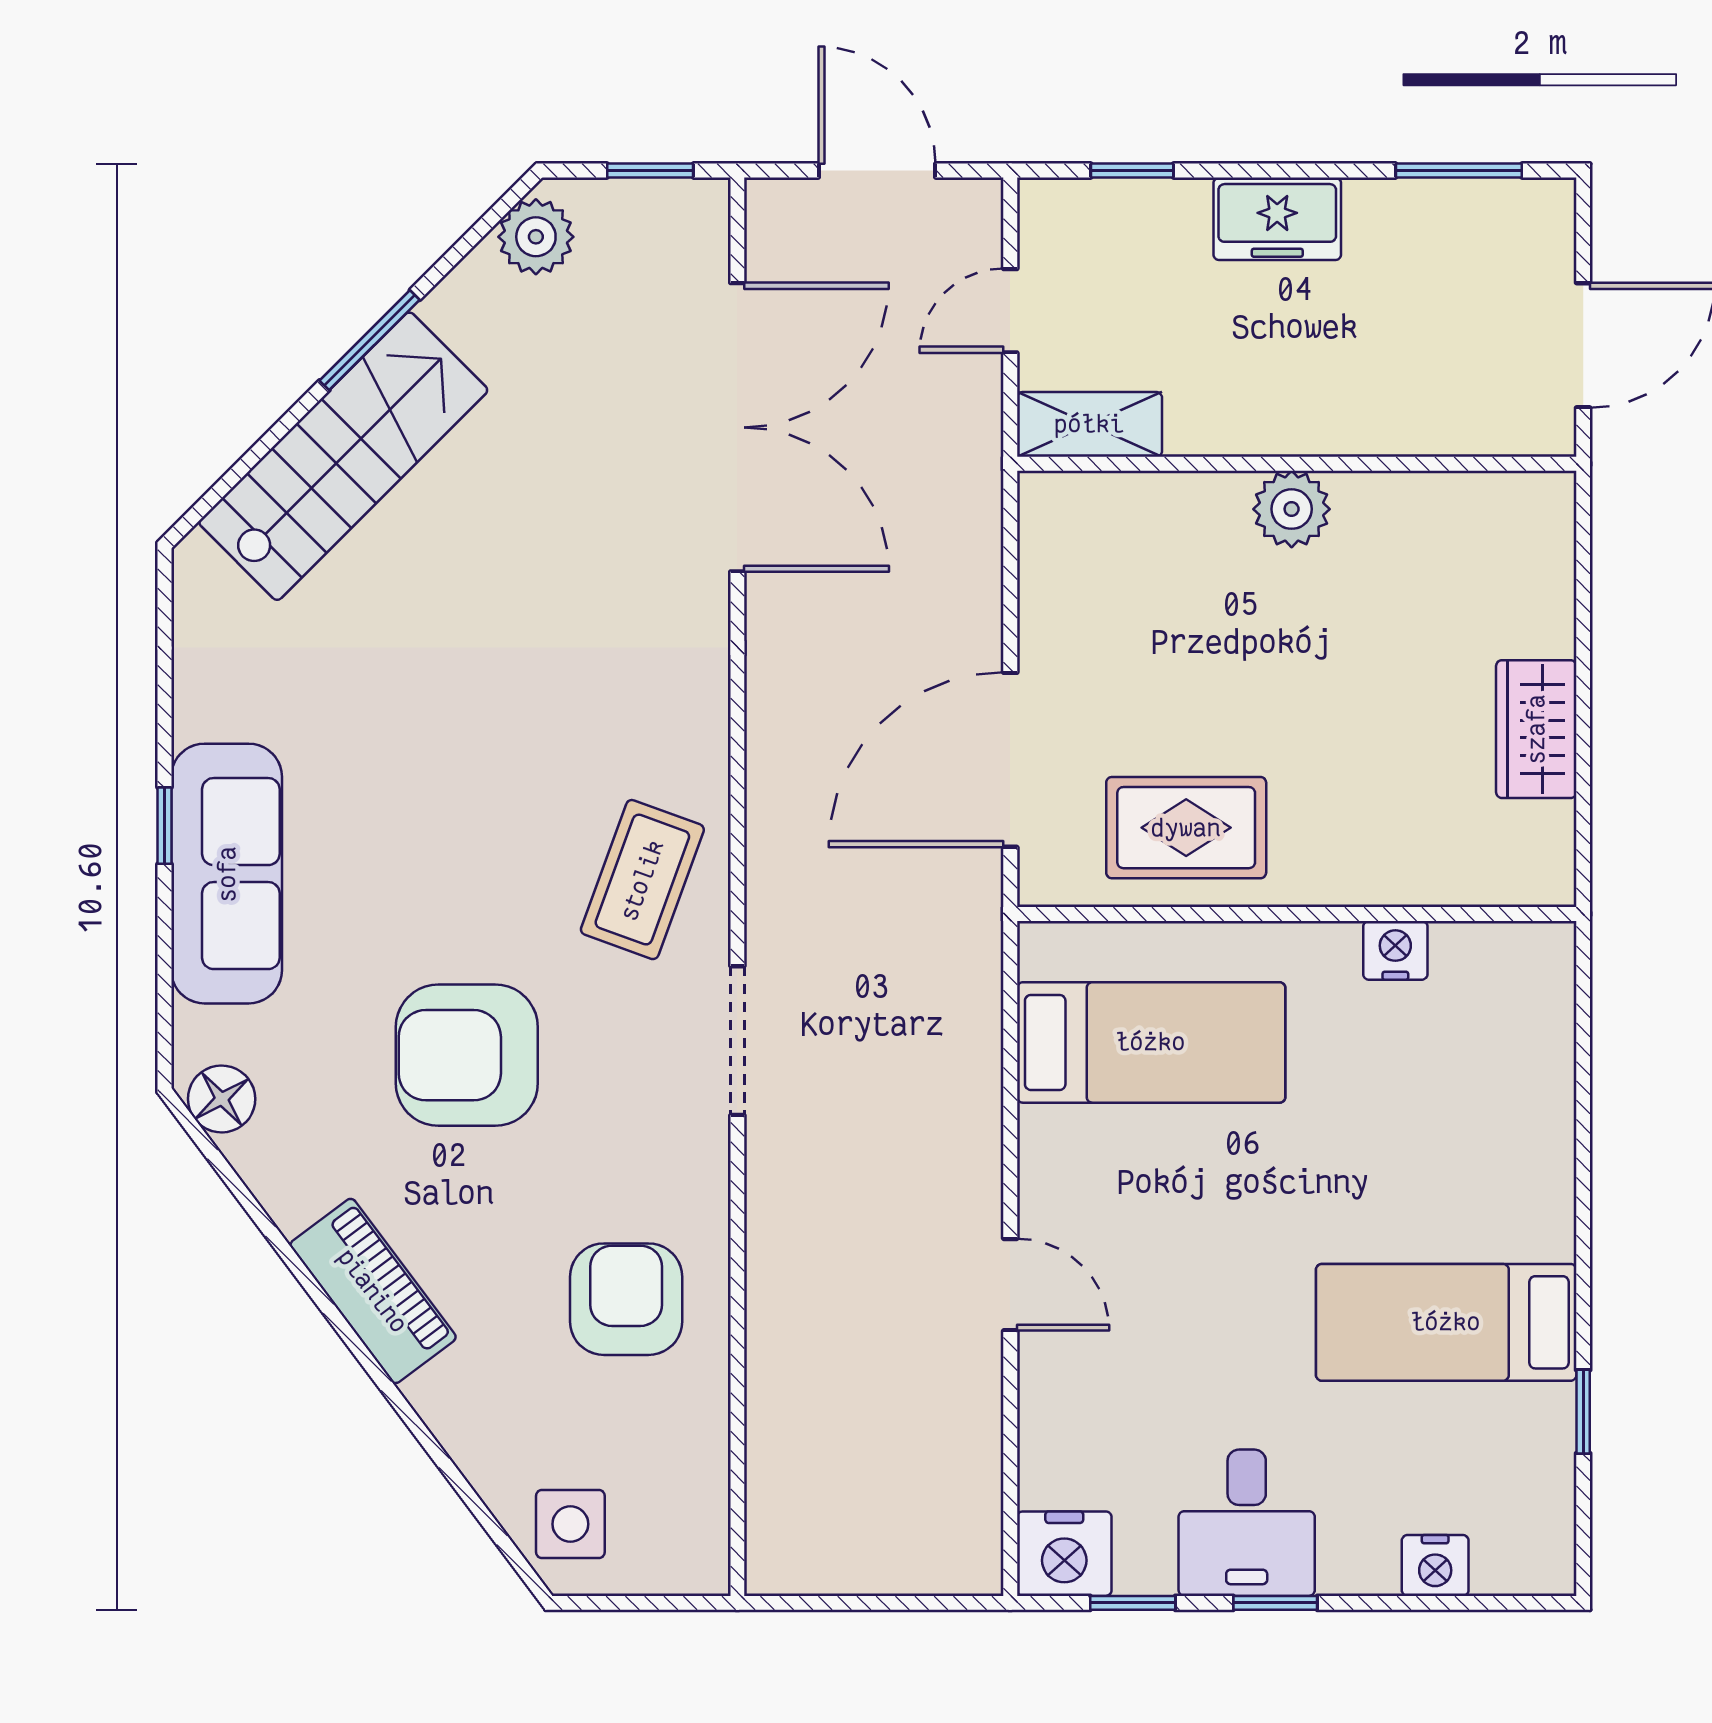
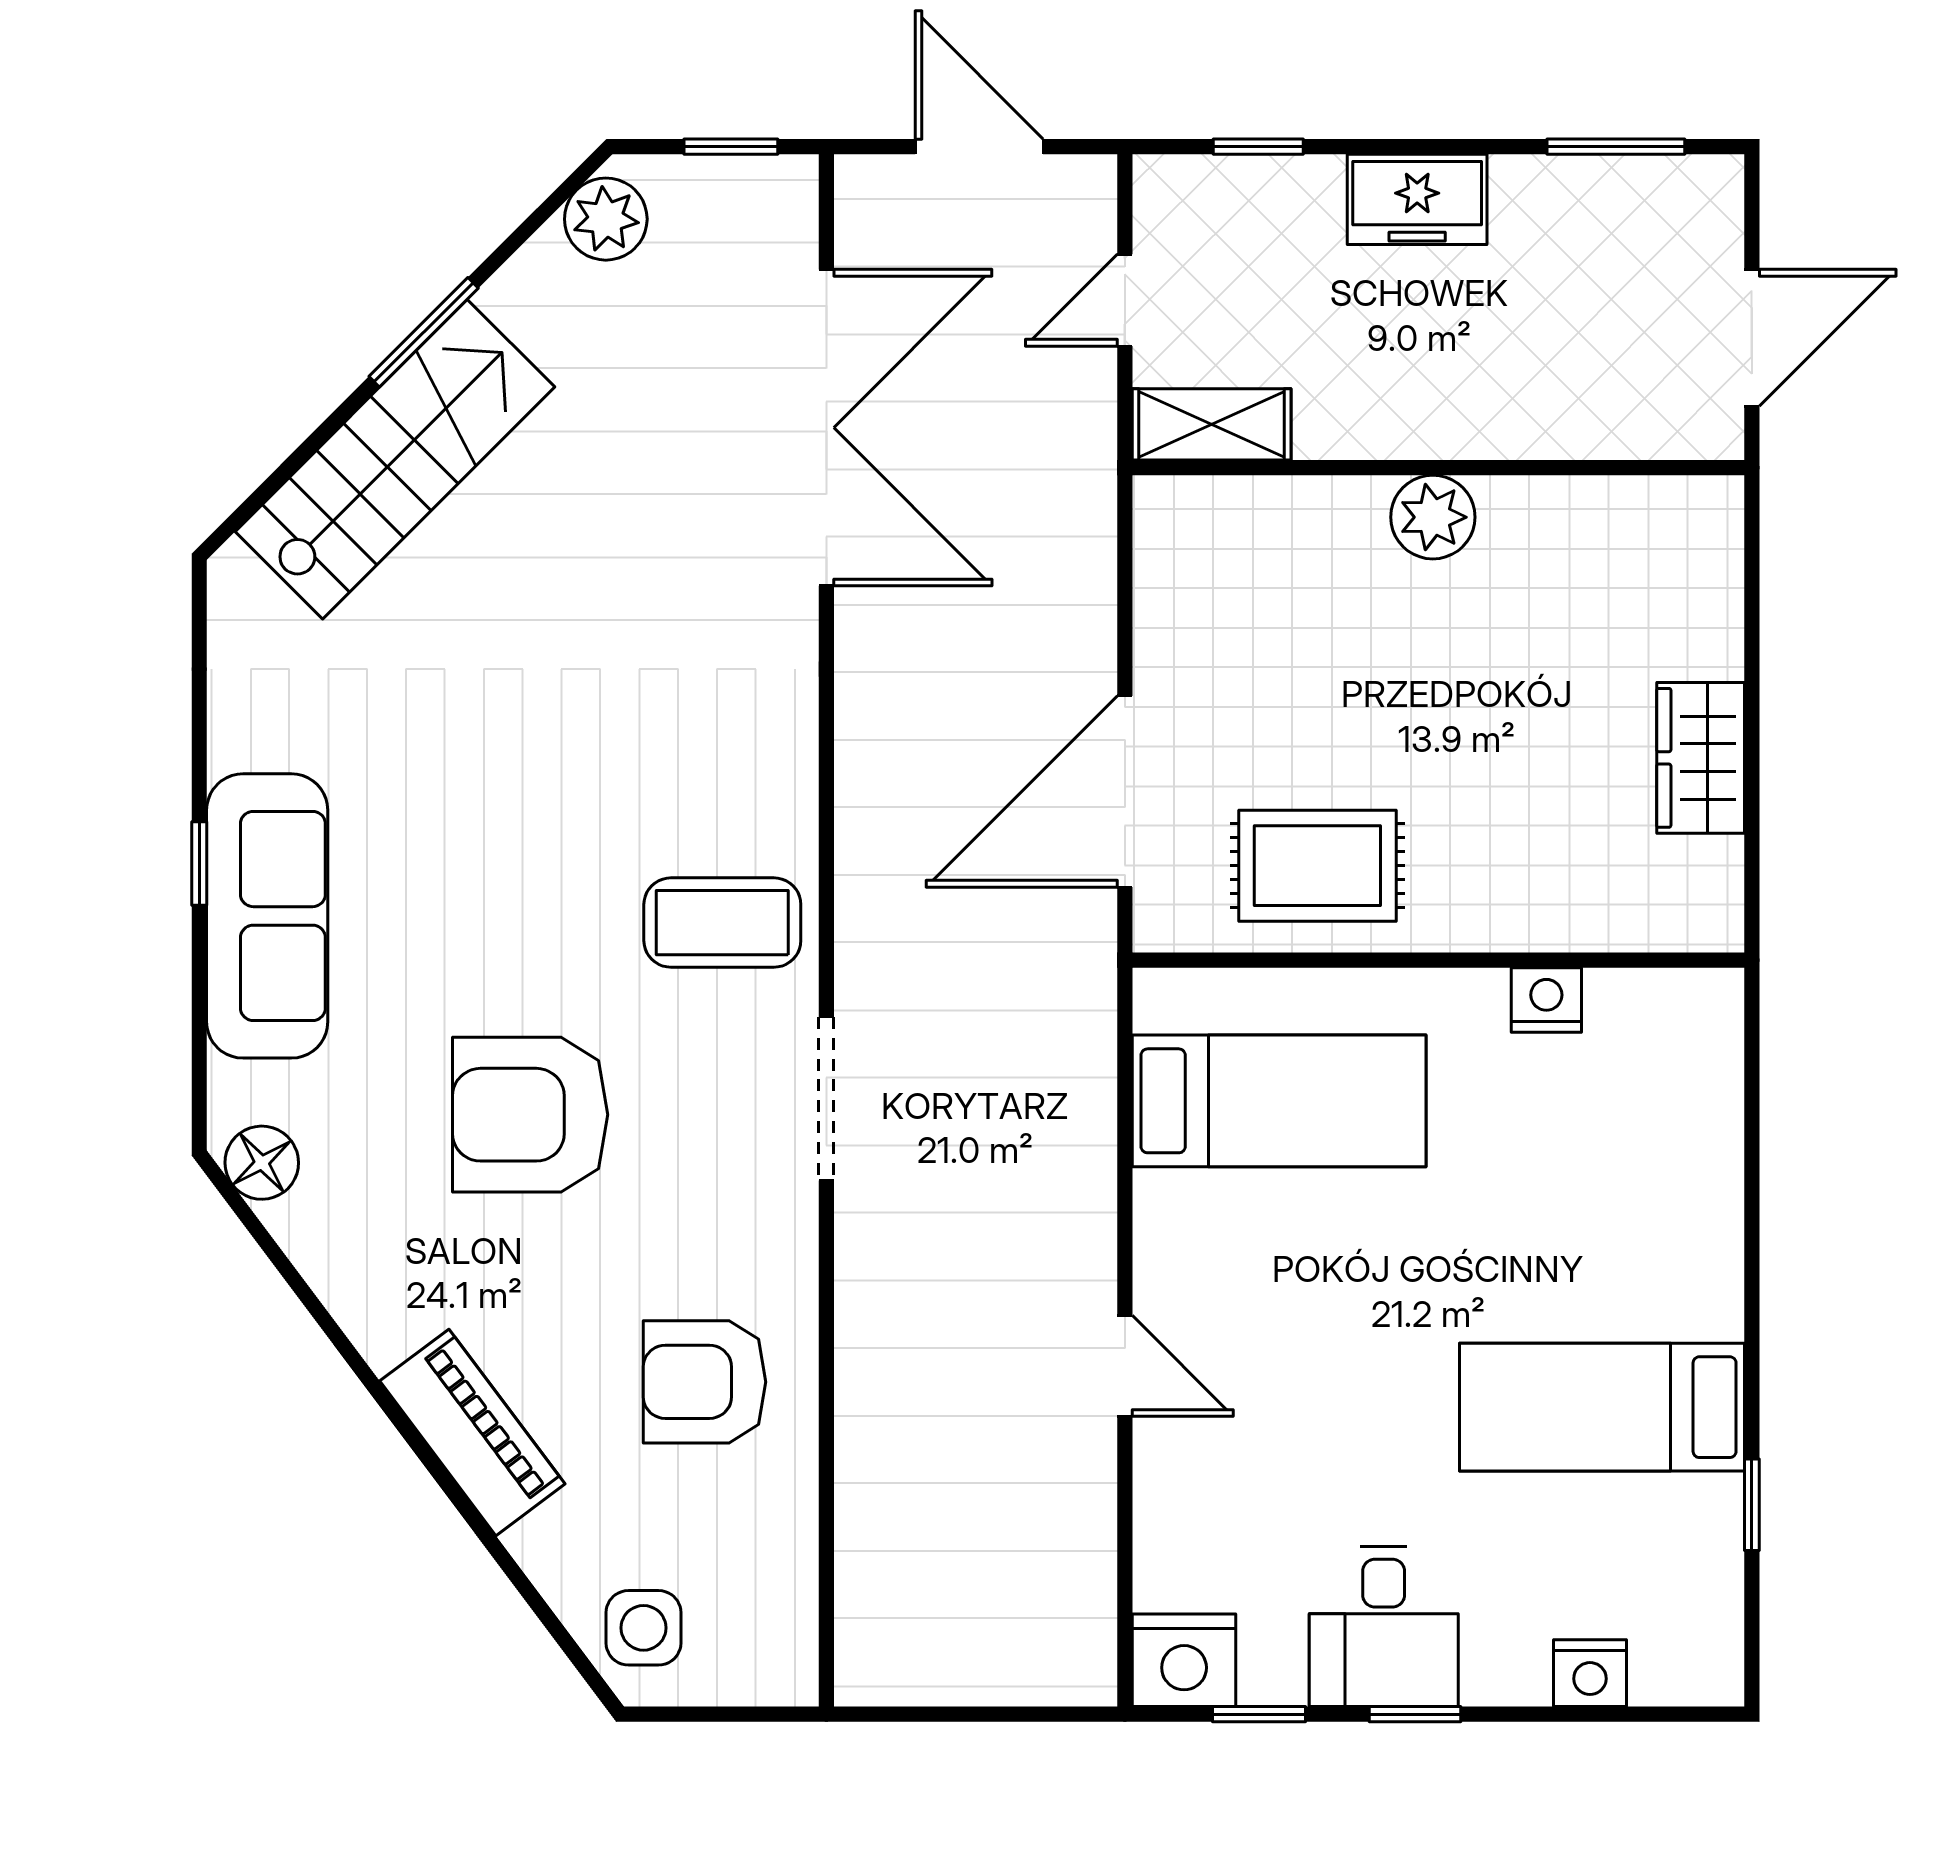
coffee table: (642, 880) -> (722, 923), turned 70
piano: (373, 1291) -> (472, 1432), moved
armchair: (626, 1299) -> (705, 1382), turned -90

